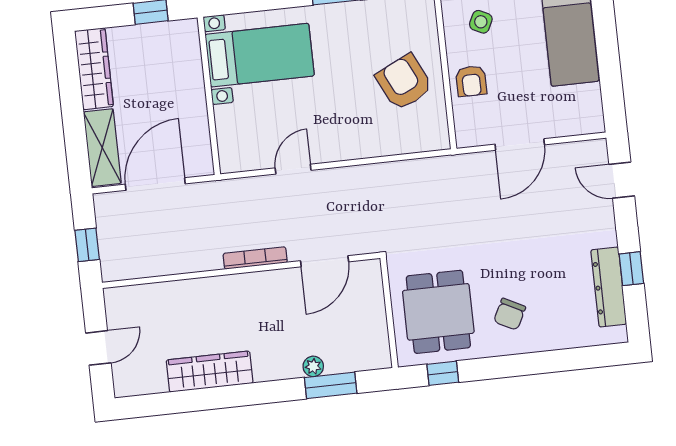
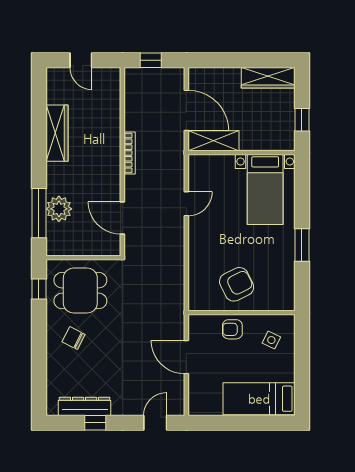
shelving: (102, 148) -> (214, 141), moved
door: (293, 169) -> (186, 204), hinge flipped
bookcase: (255, 258) -> (130, 153), moved
plant: (313, 366) -> (59, 209), width x1.88, depth x1.88
window: (331, 385) -> (39, 213), width x1.44

